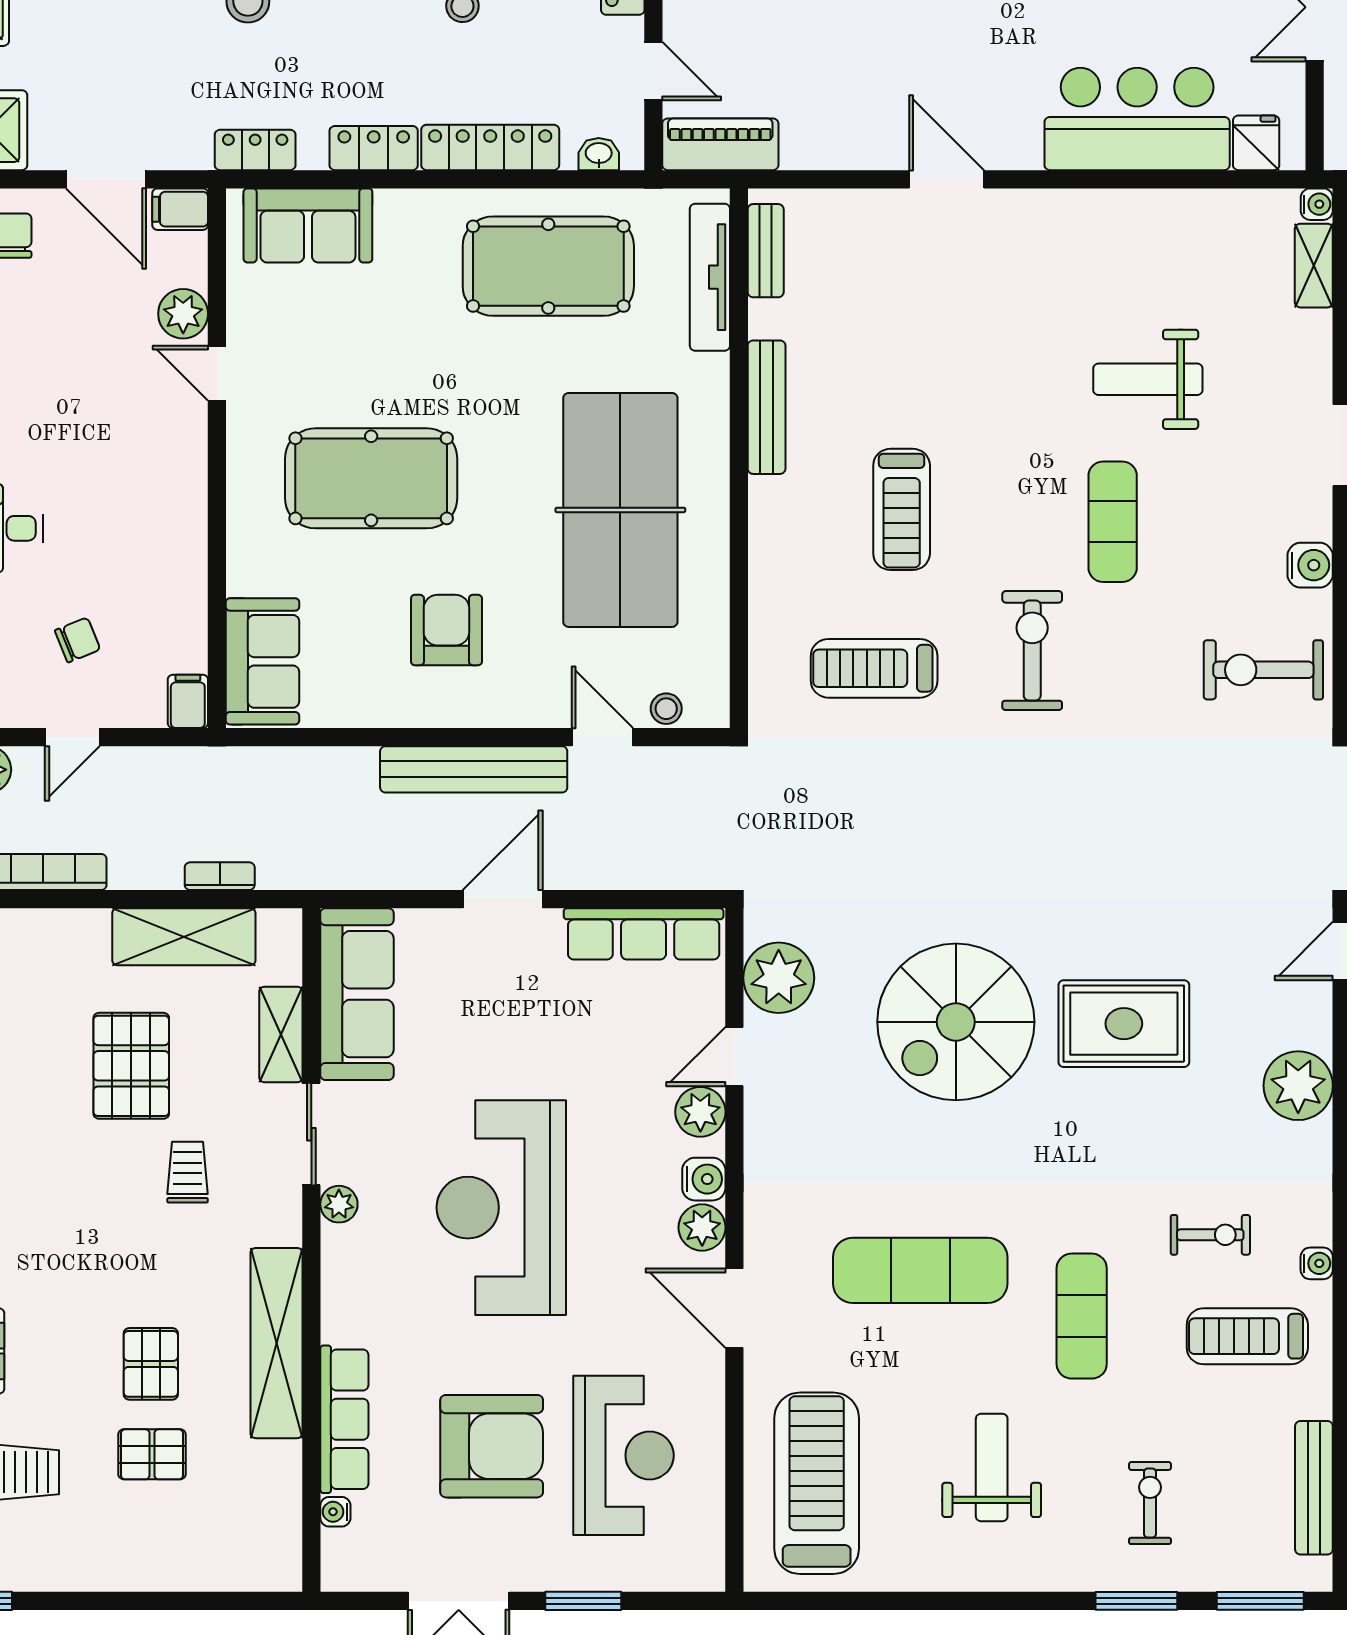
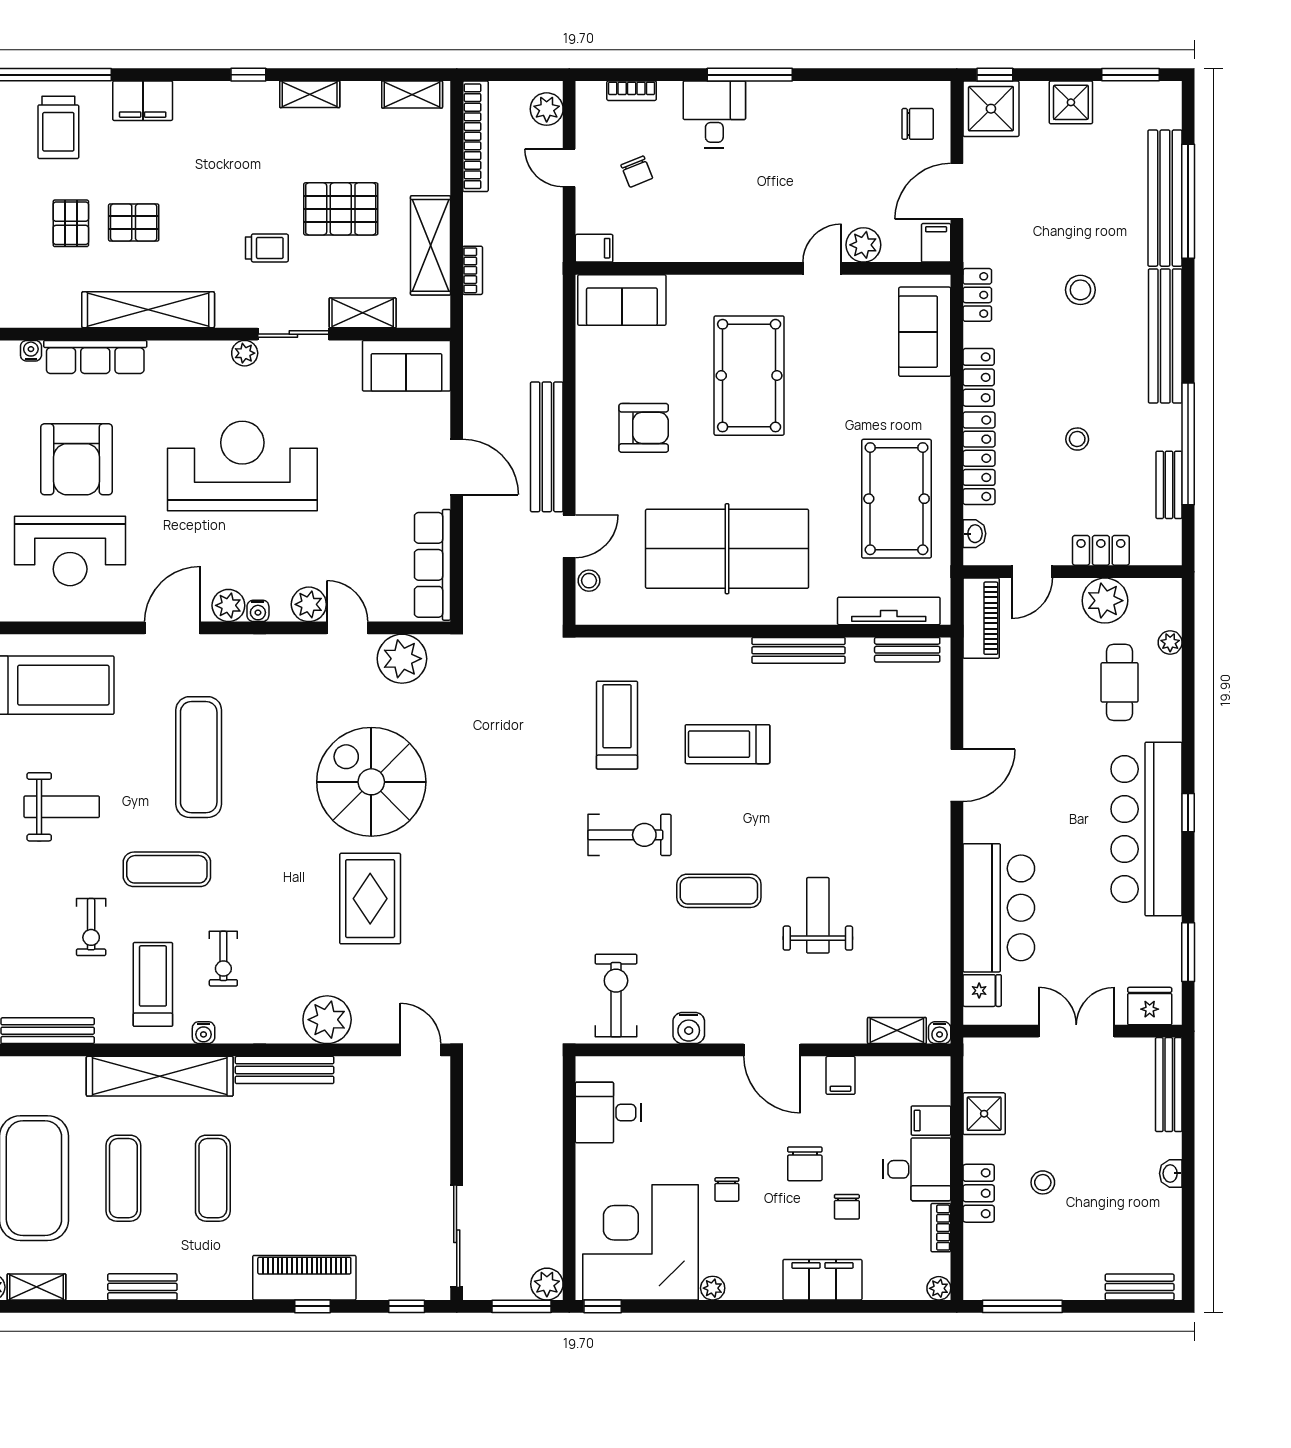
sofa: (357, 994) -> (406, 366), width x0.73
water cooler: (704, 1179) -> (258, 611), width x0.72, depth x0.72
exercise bike: (1150, 1503) -> (91, 927), moved, turned 90

